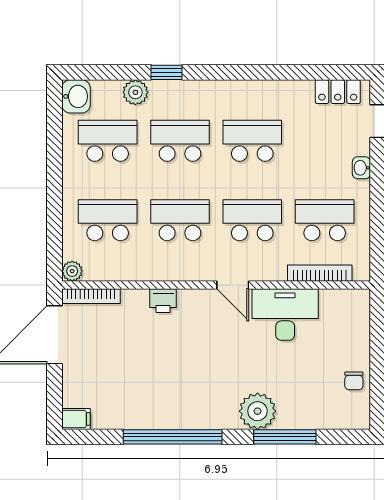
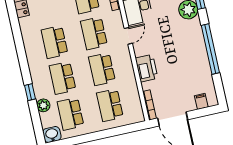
plant: (72, 271) -> (139, 117), removed
printer: (163, 301) -> (147, 68), width x1.87, depth x1.48
filing cabinet: (76, 419) -> (201, 101), moved

